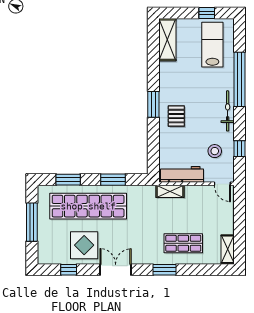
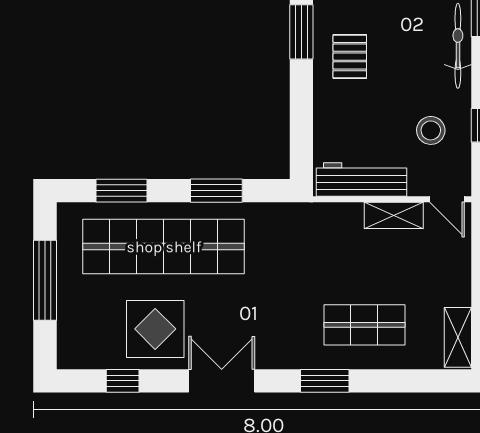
shelving: (170, 191) -> (394, 215), moved

